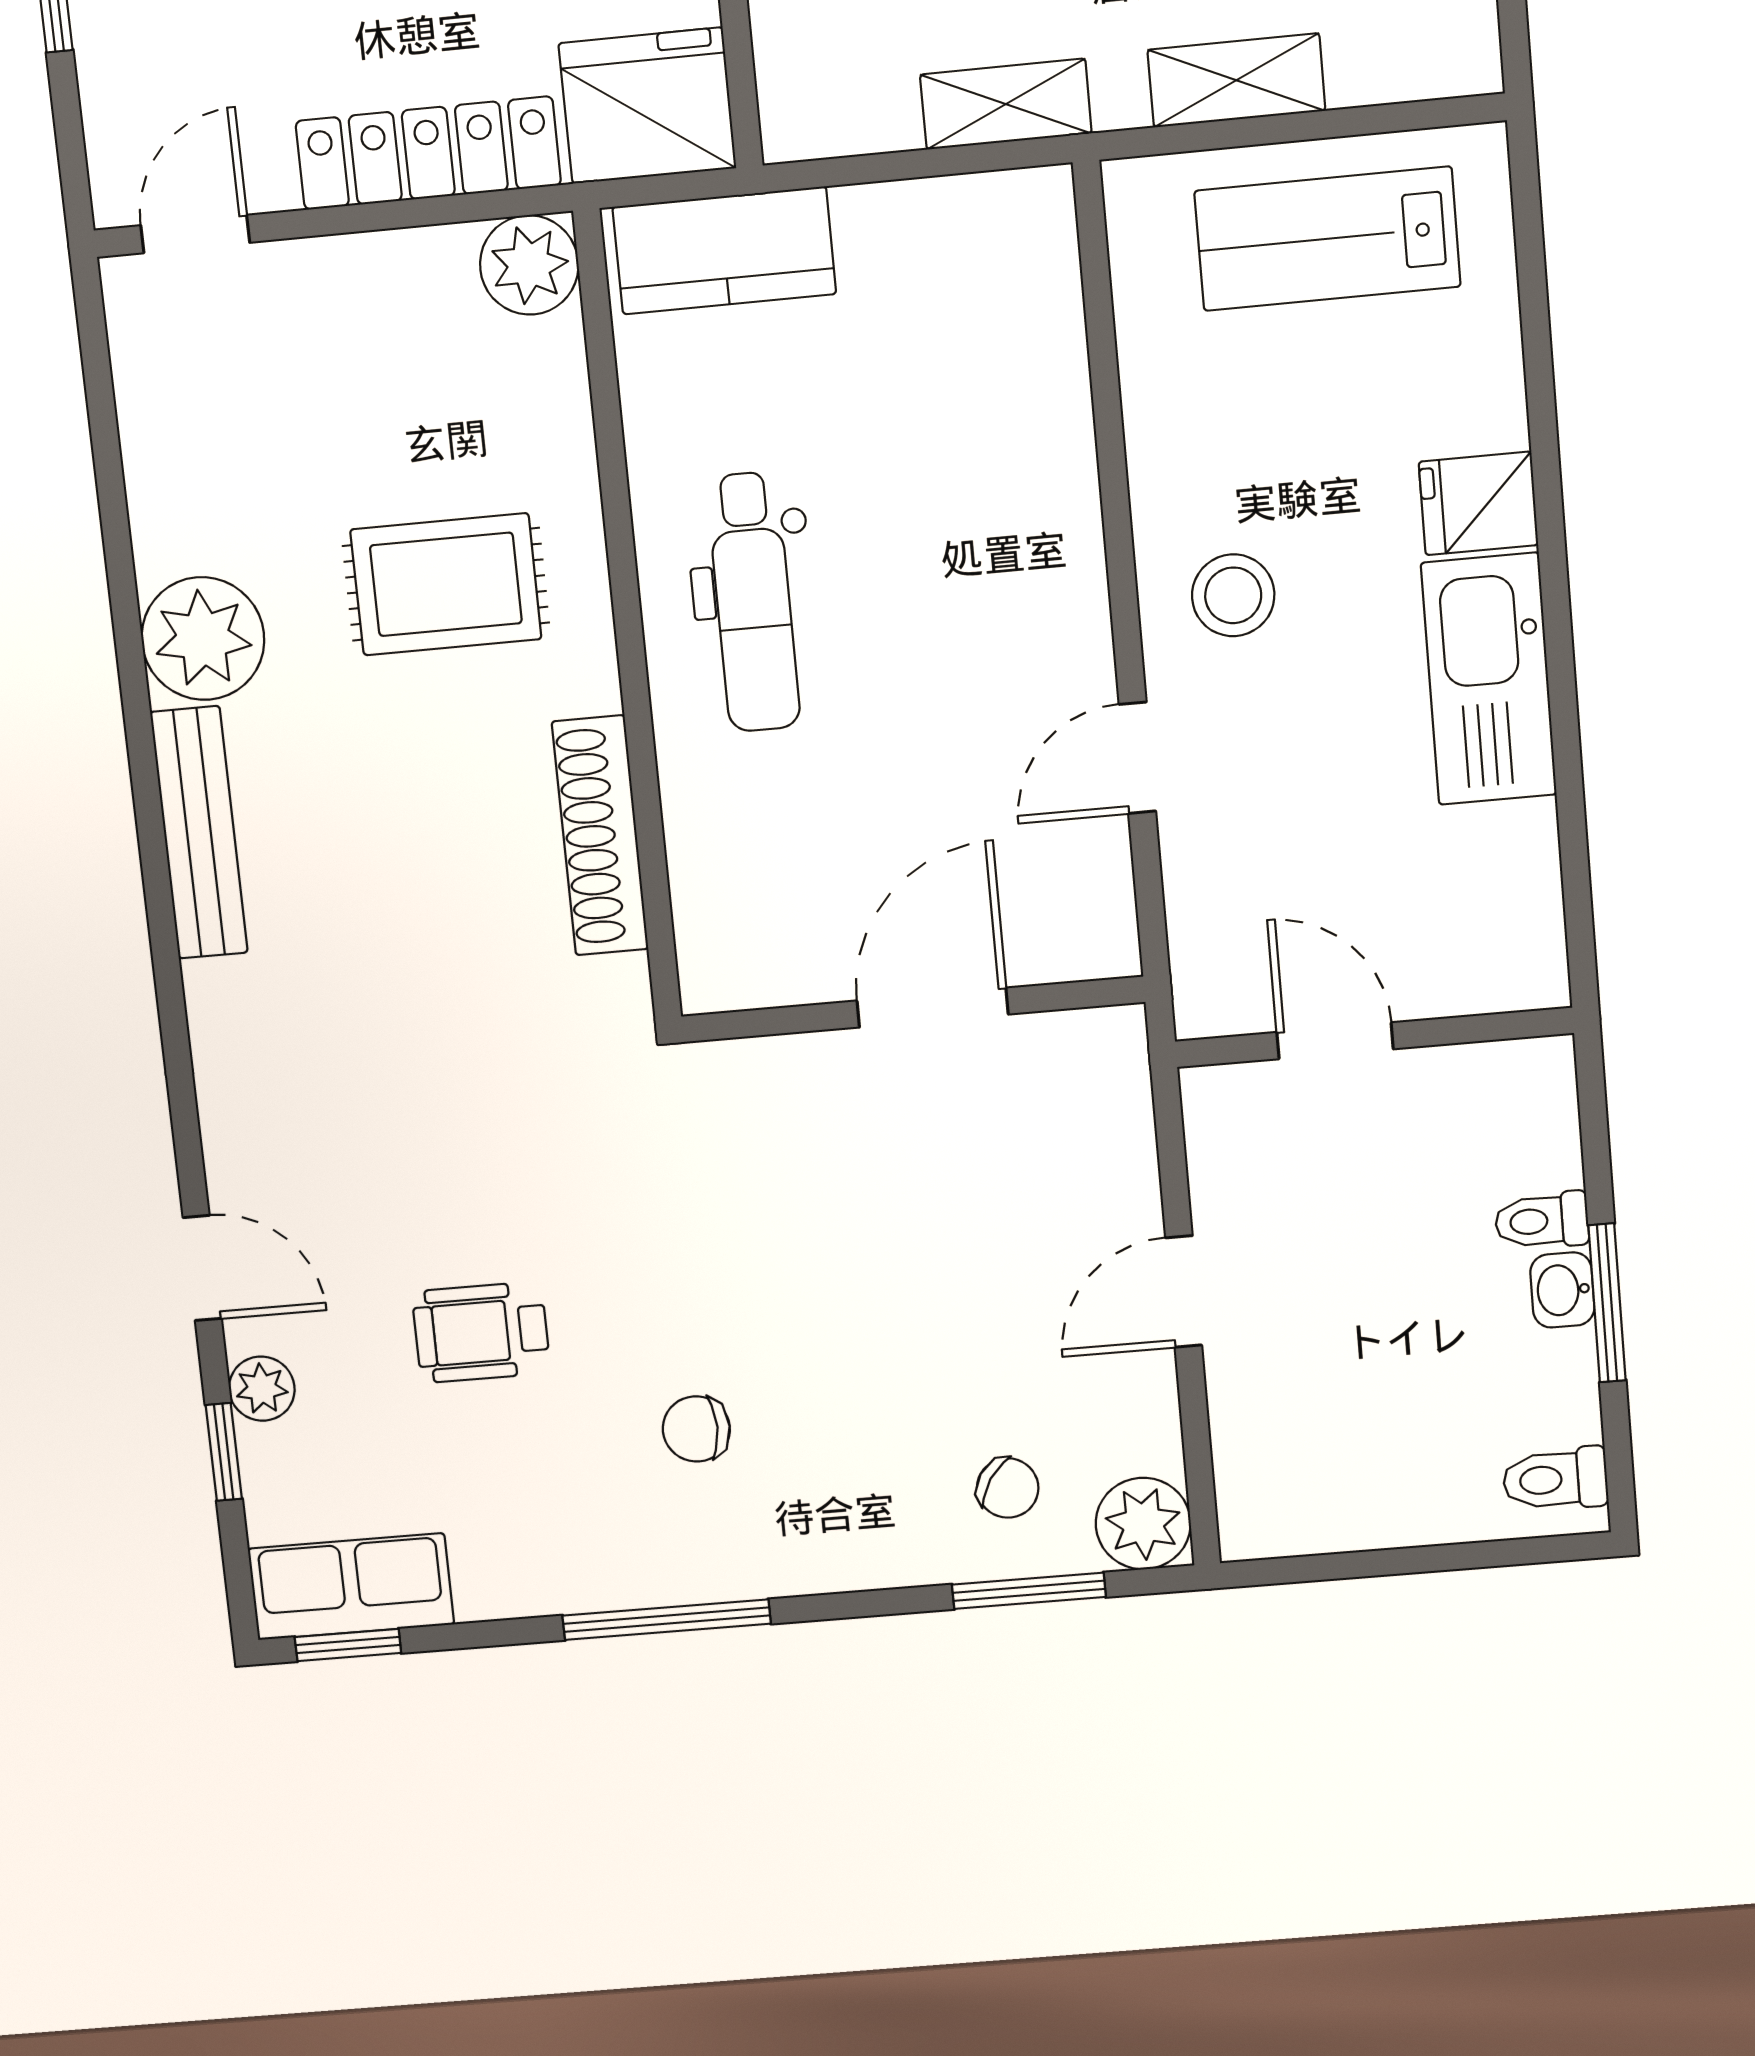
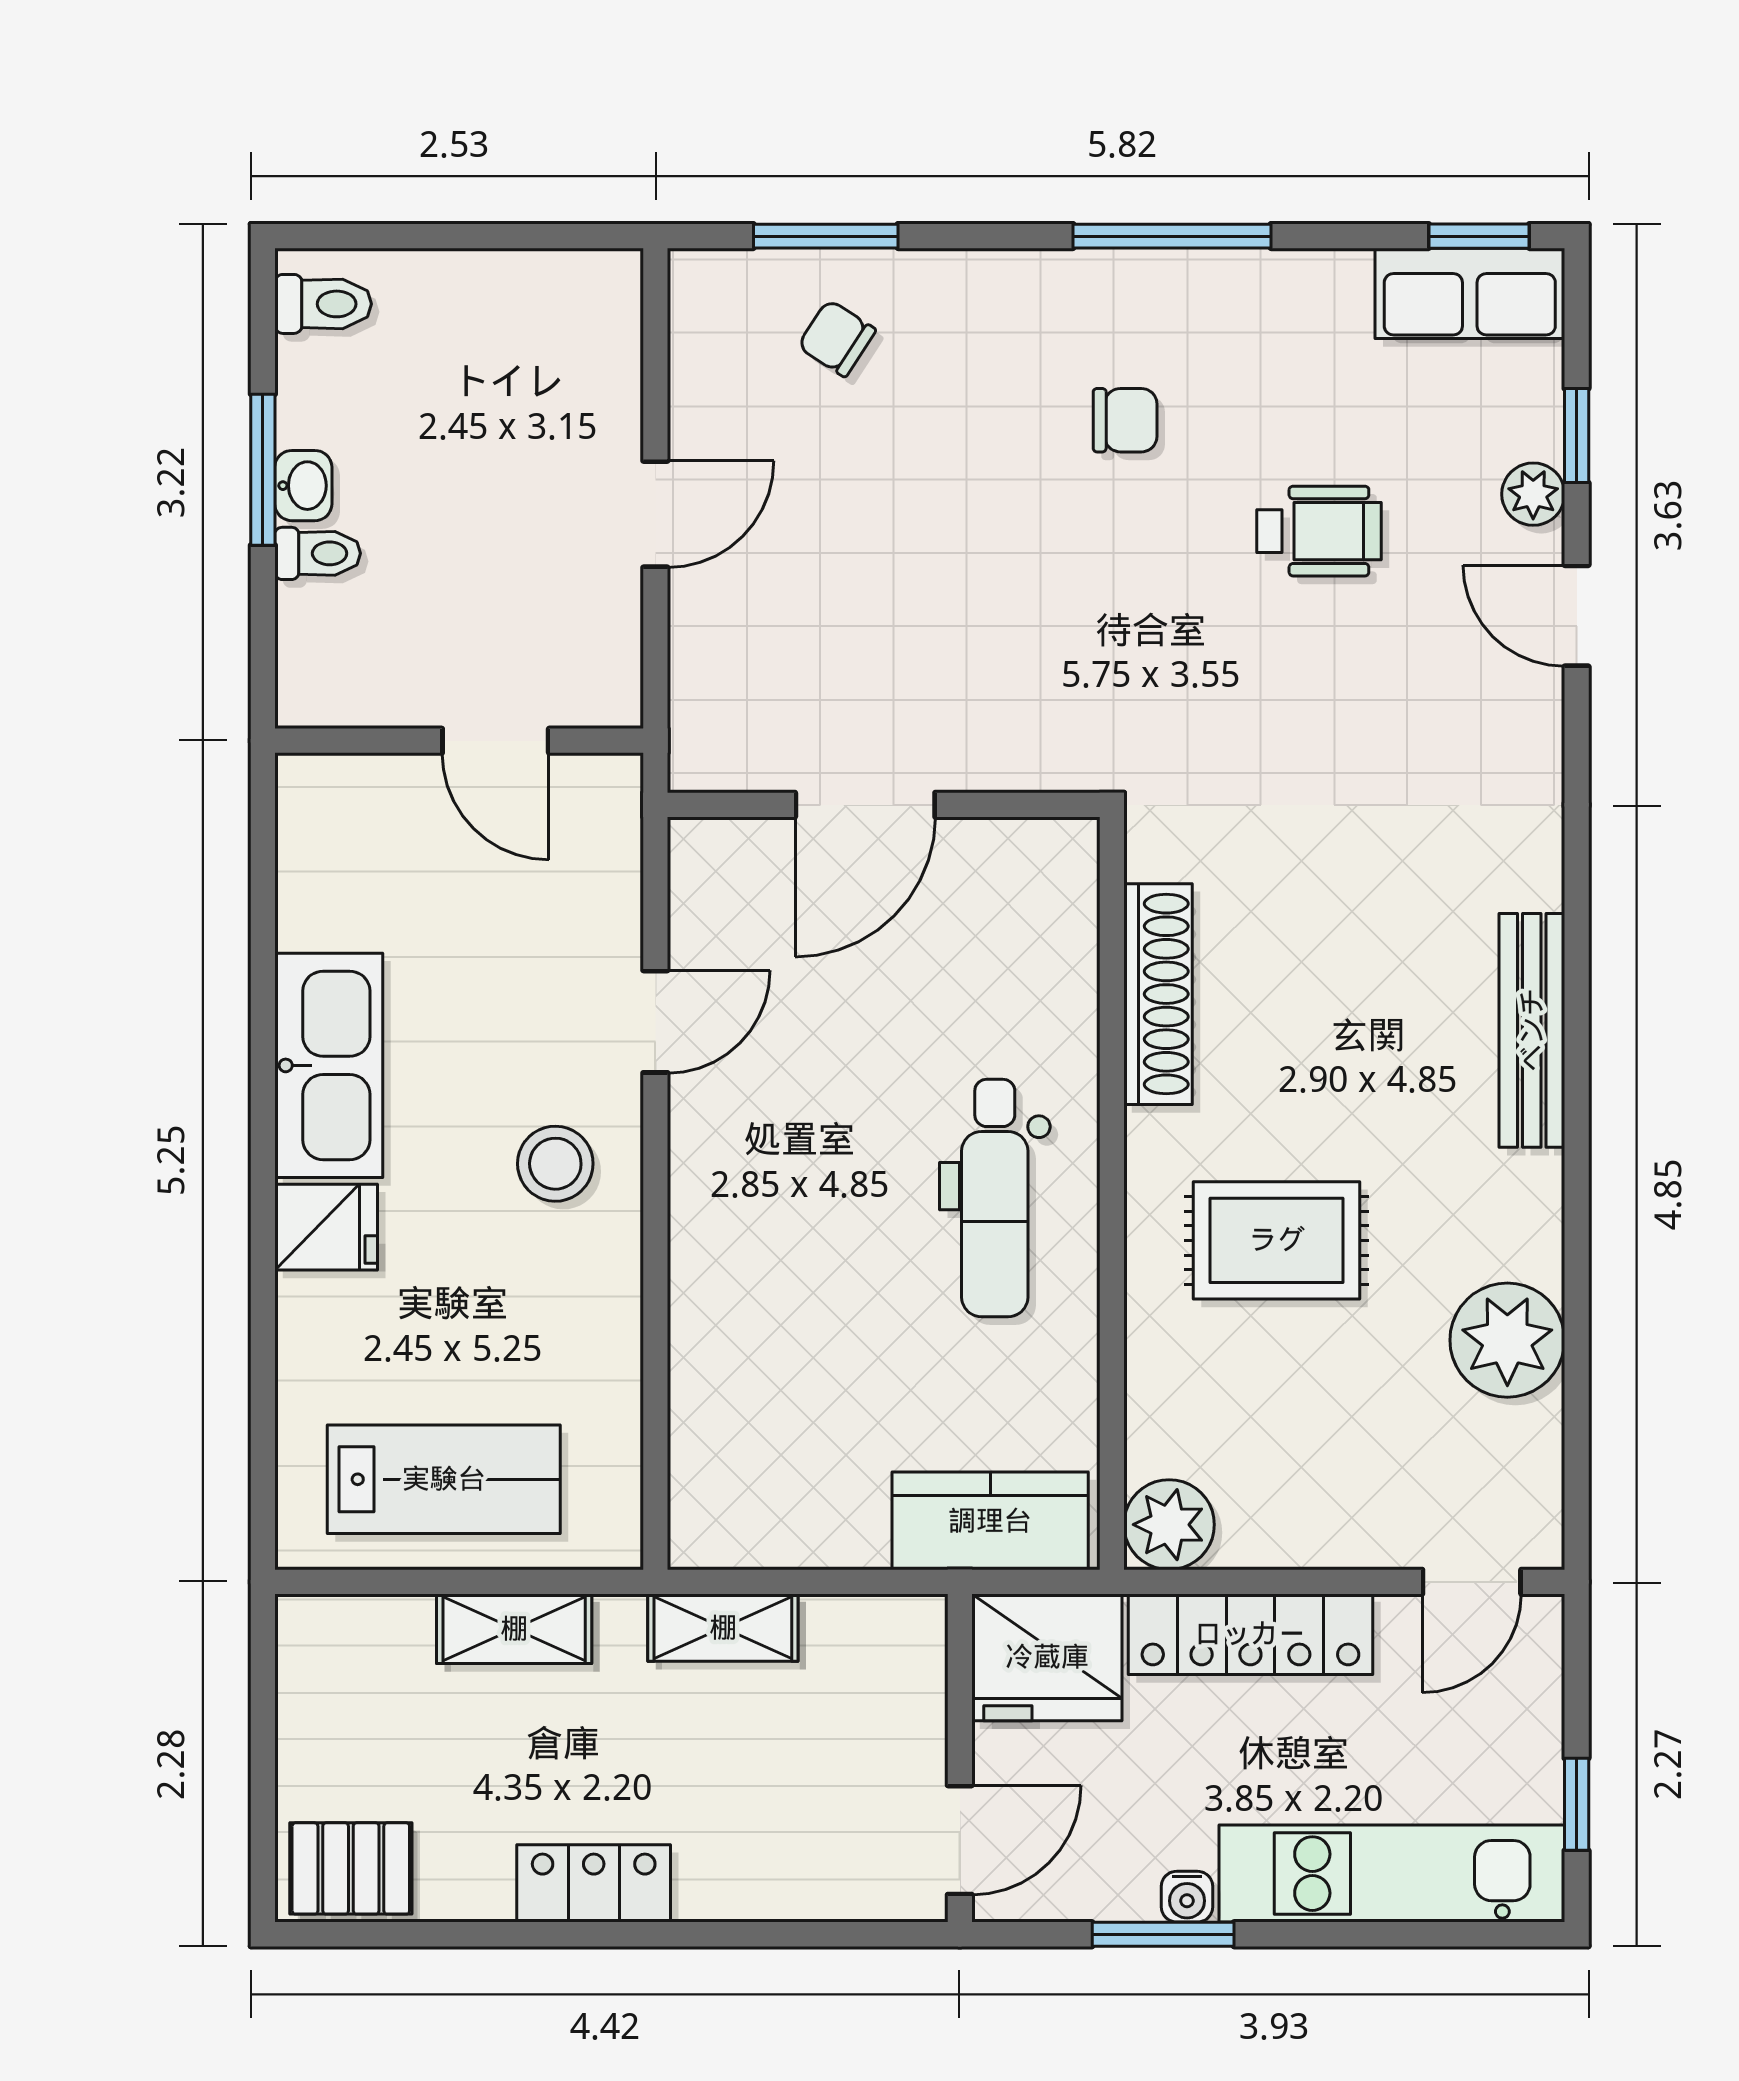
dental chair: (753, 602) -> (995, 1198), turned 180
plant: (203, 639) -> (1507, 1340), moved
plant: (1143, 1524) -> (712, 293), removed

